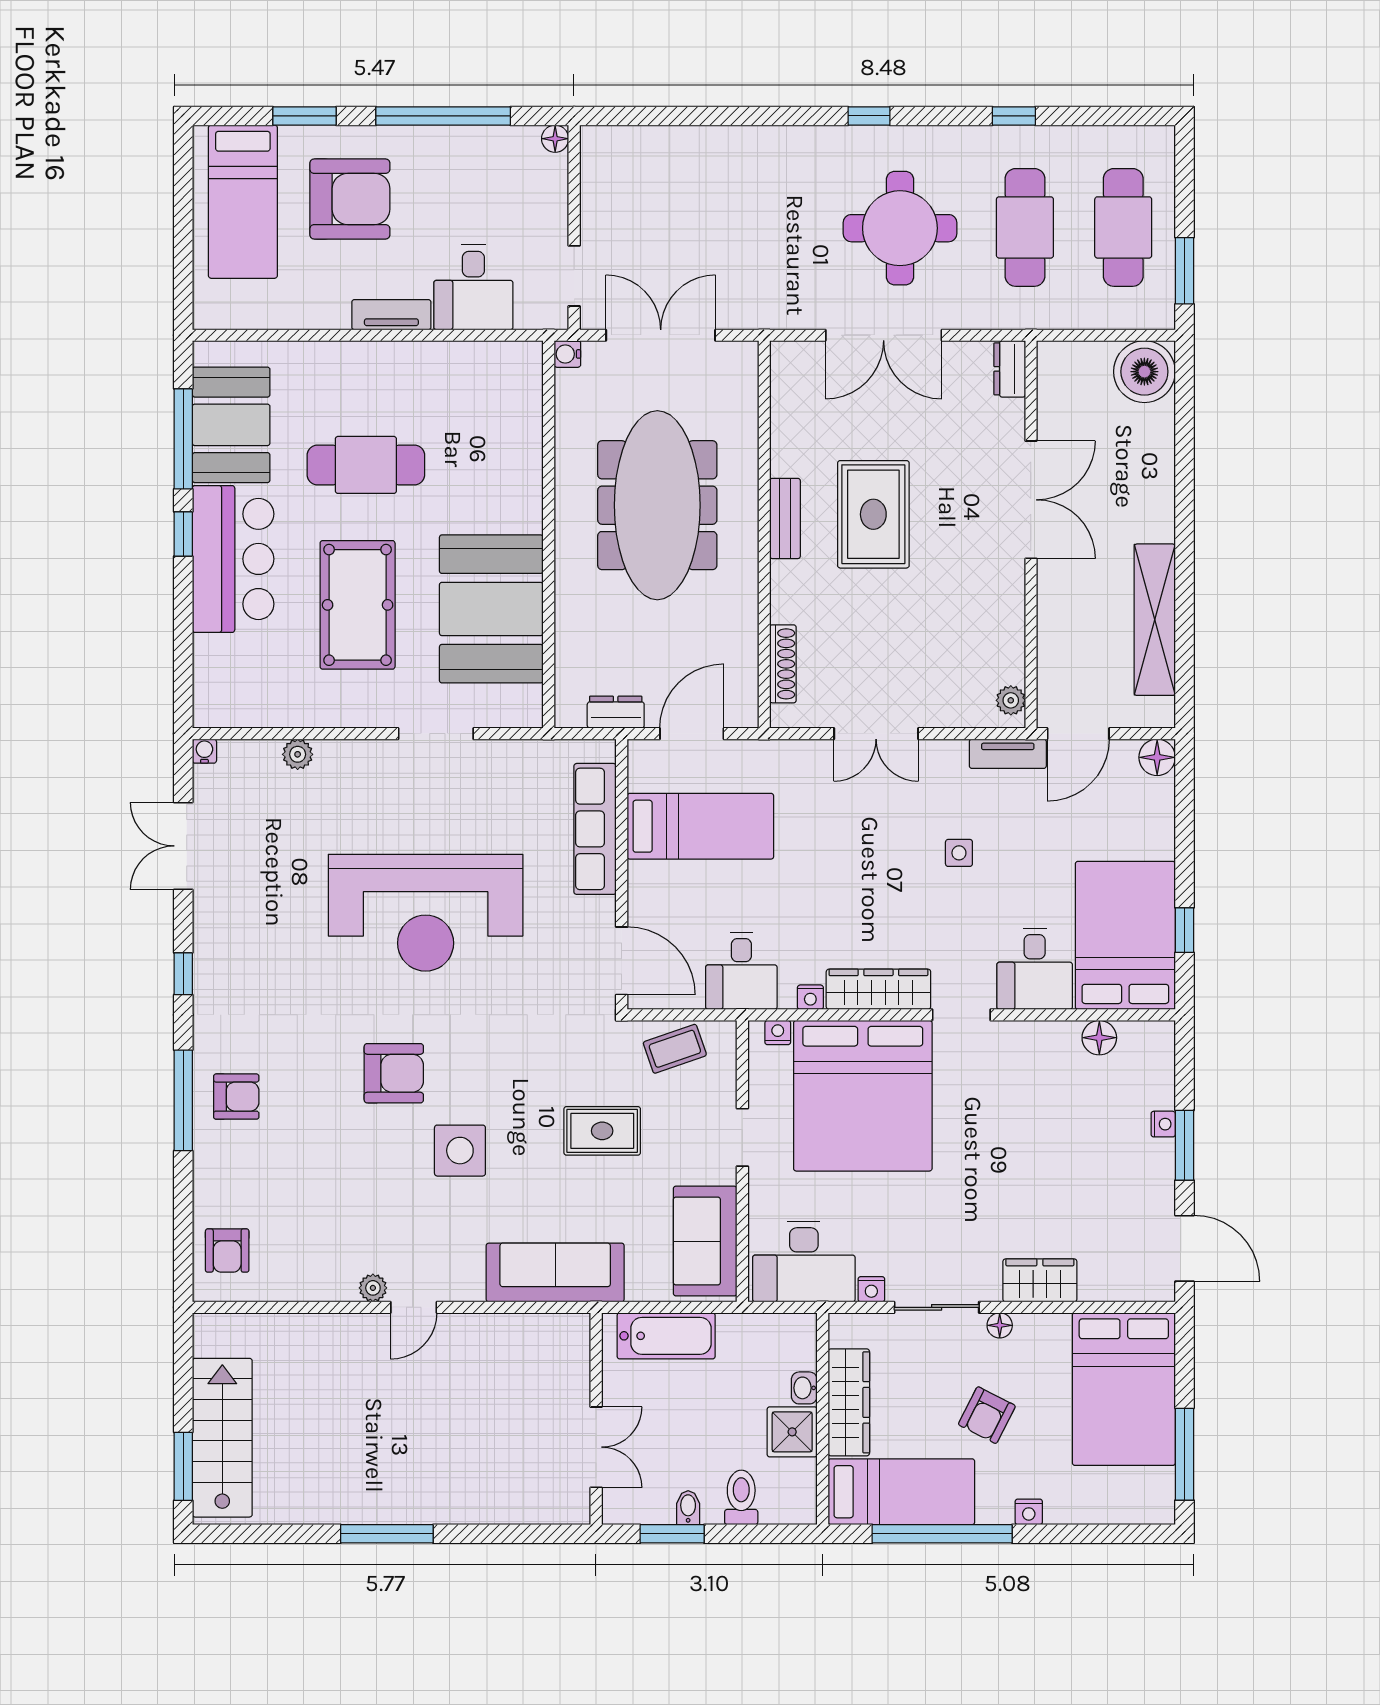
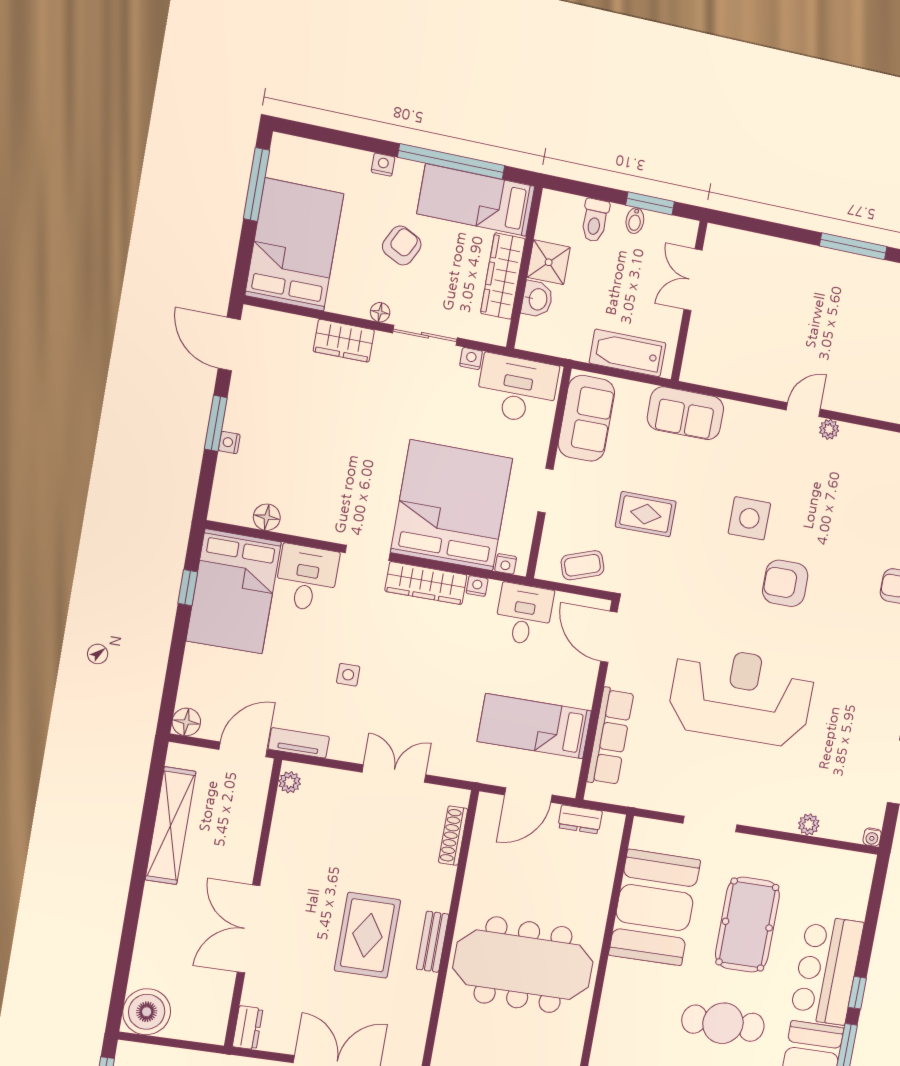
meeting table: (657, 505) -> (523, 965), turned 90
sofa: (555, 1272) -> (685, 413), width x0.73
washbasin: (804, 1388) -> (537, 299), width x1.38, depth x1.45

